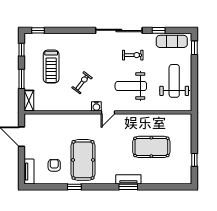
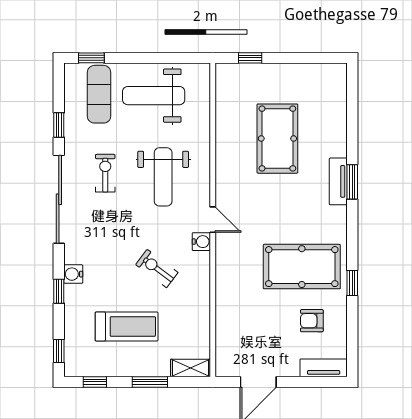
window: (70, 30) -> (59, 291), added
water cooler: (79, 38) -> (73, 274), added
exercise mat: (172, 41) -> (99, 94), moved
window: (194, 160) -> (250, 58), moved

